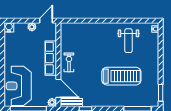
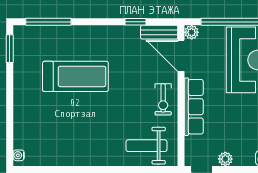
weight bench: (128, 41) -> (146, 146), moved, turned -90
treadmill: (121, 76) -> (75, 76), turned 180

